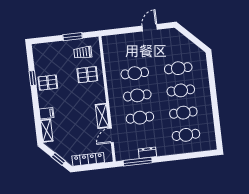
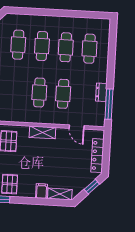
cafe table: (135, 73) -> (16, 91), removed
shelving: (102, 116) -> (42, 132), moved

